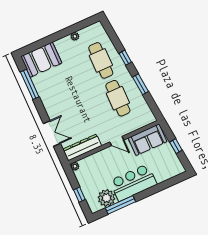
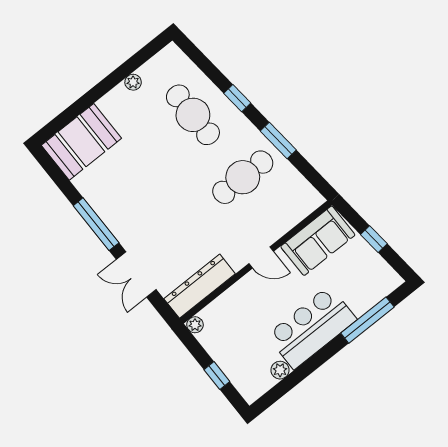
window: (30, 84) -> (96, 224), moved
cafe table: (118, 98) -> (243, 177), turned 90
double door: (52, 133) -> (136, 275), swing flipped
plant: (107, 198) -> (280, 370), width x0.53, depth x0.53
window: (120, 205) -> (367, 320), moved

